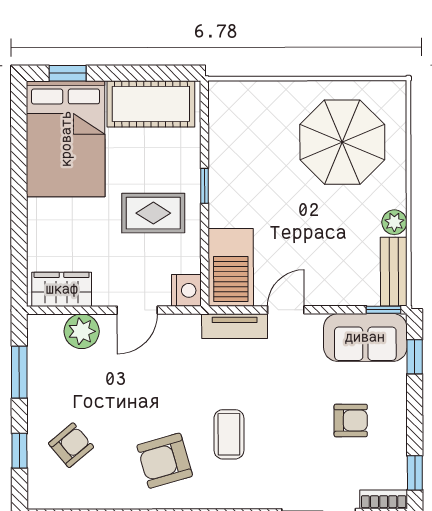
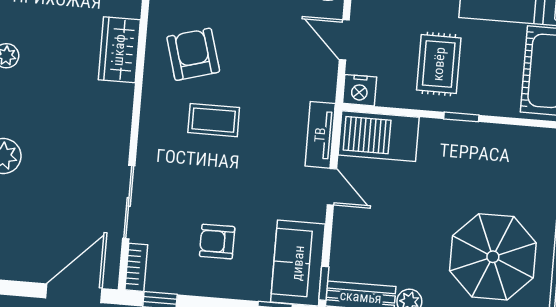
armchair: (351, 420) -> (217, 242), turned 90

